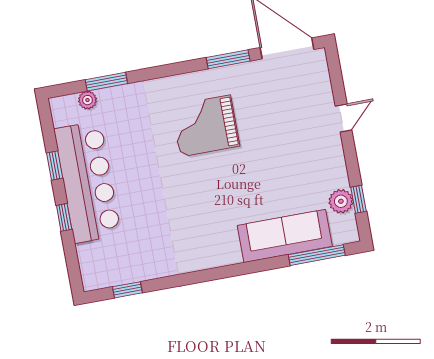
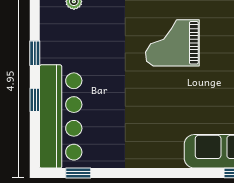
bar counter: (87, 182) -> (61, 116), moved

